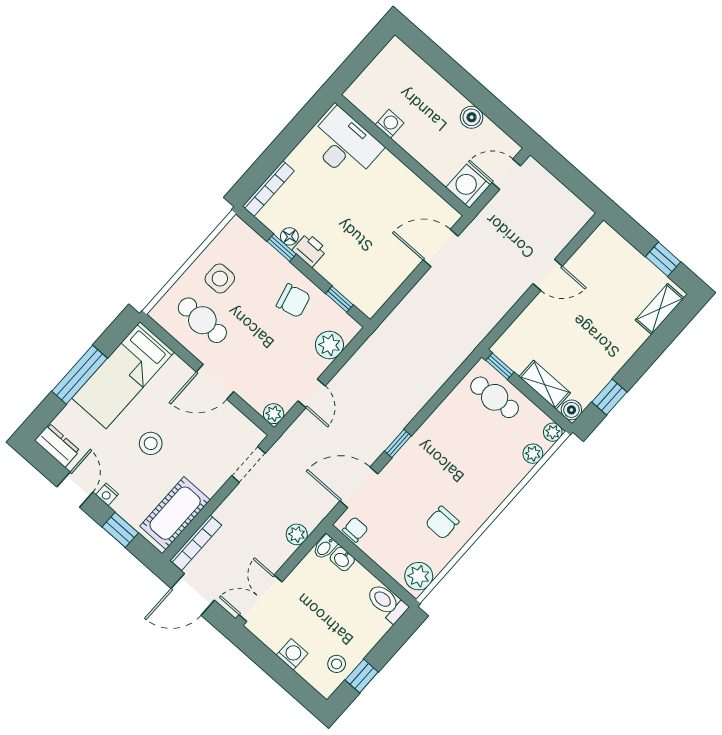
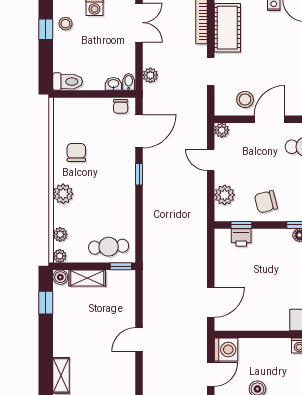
printer: (310, 250) -> (241, 237), moved
stool: (151, 443) -> (245, 99), moved
doorway: (249, 464) -> (211, 72), moved
plant: (419, 576) -> (63, 194), moved

